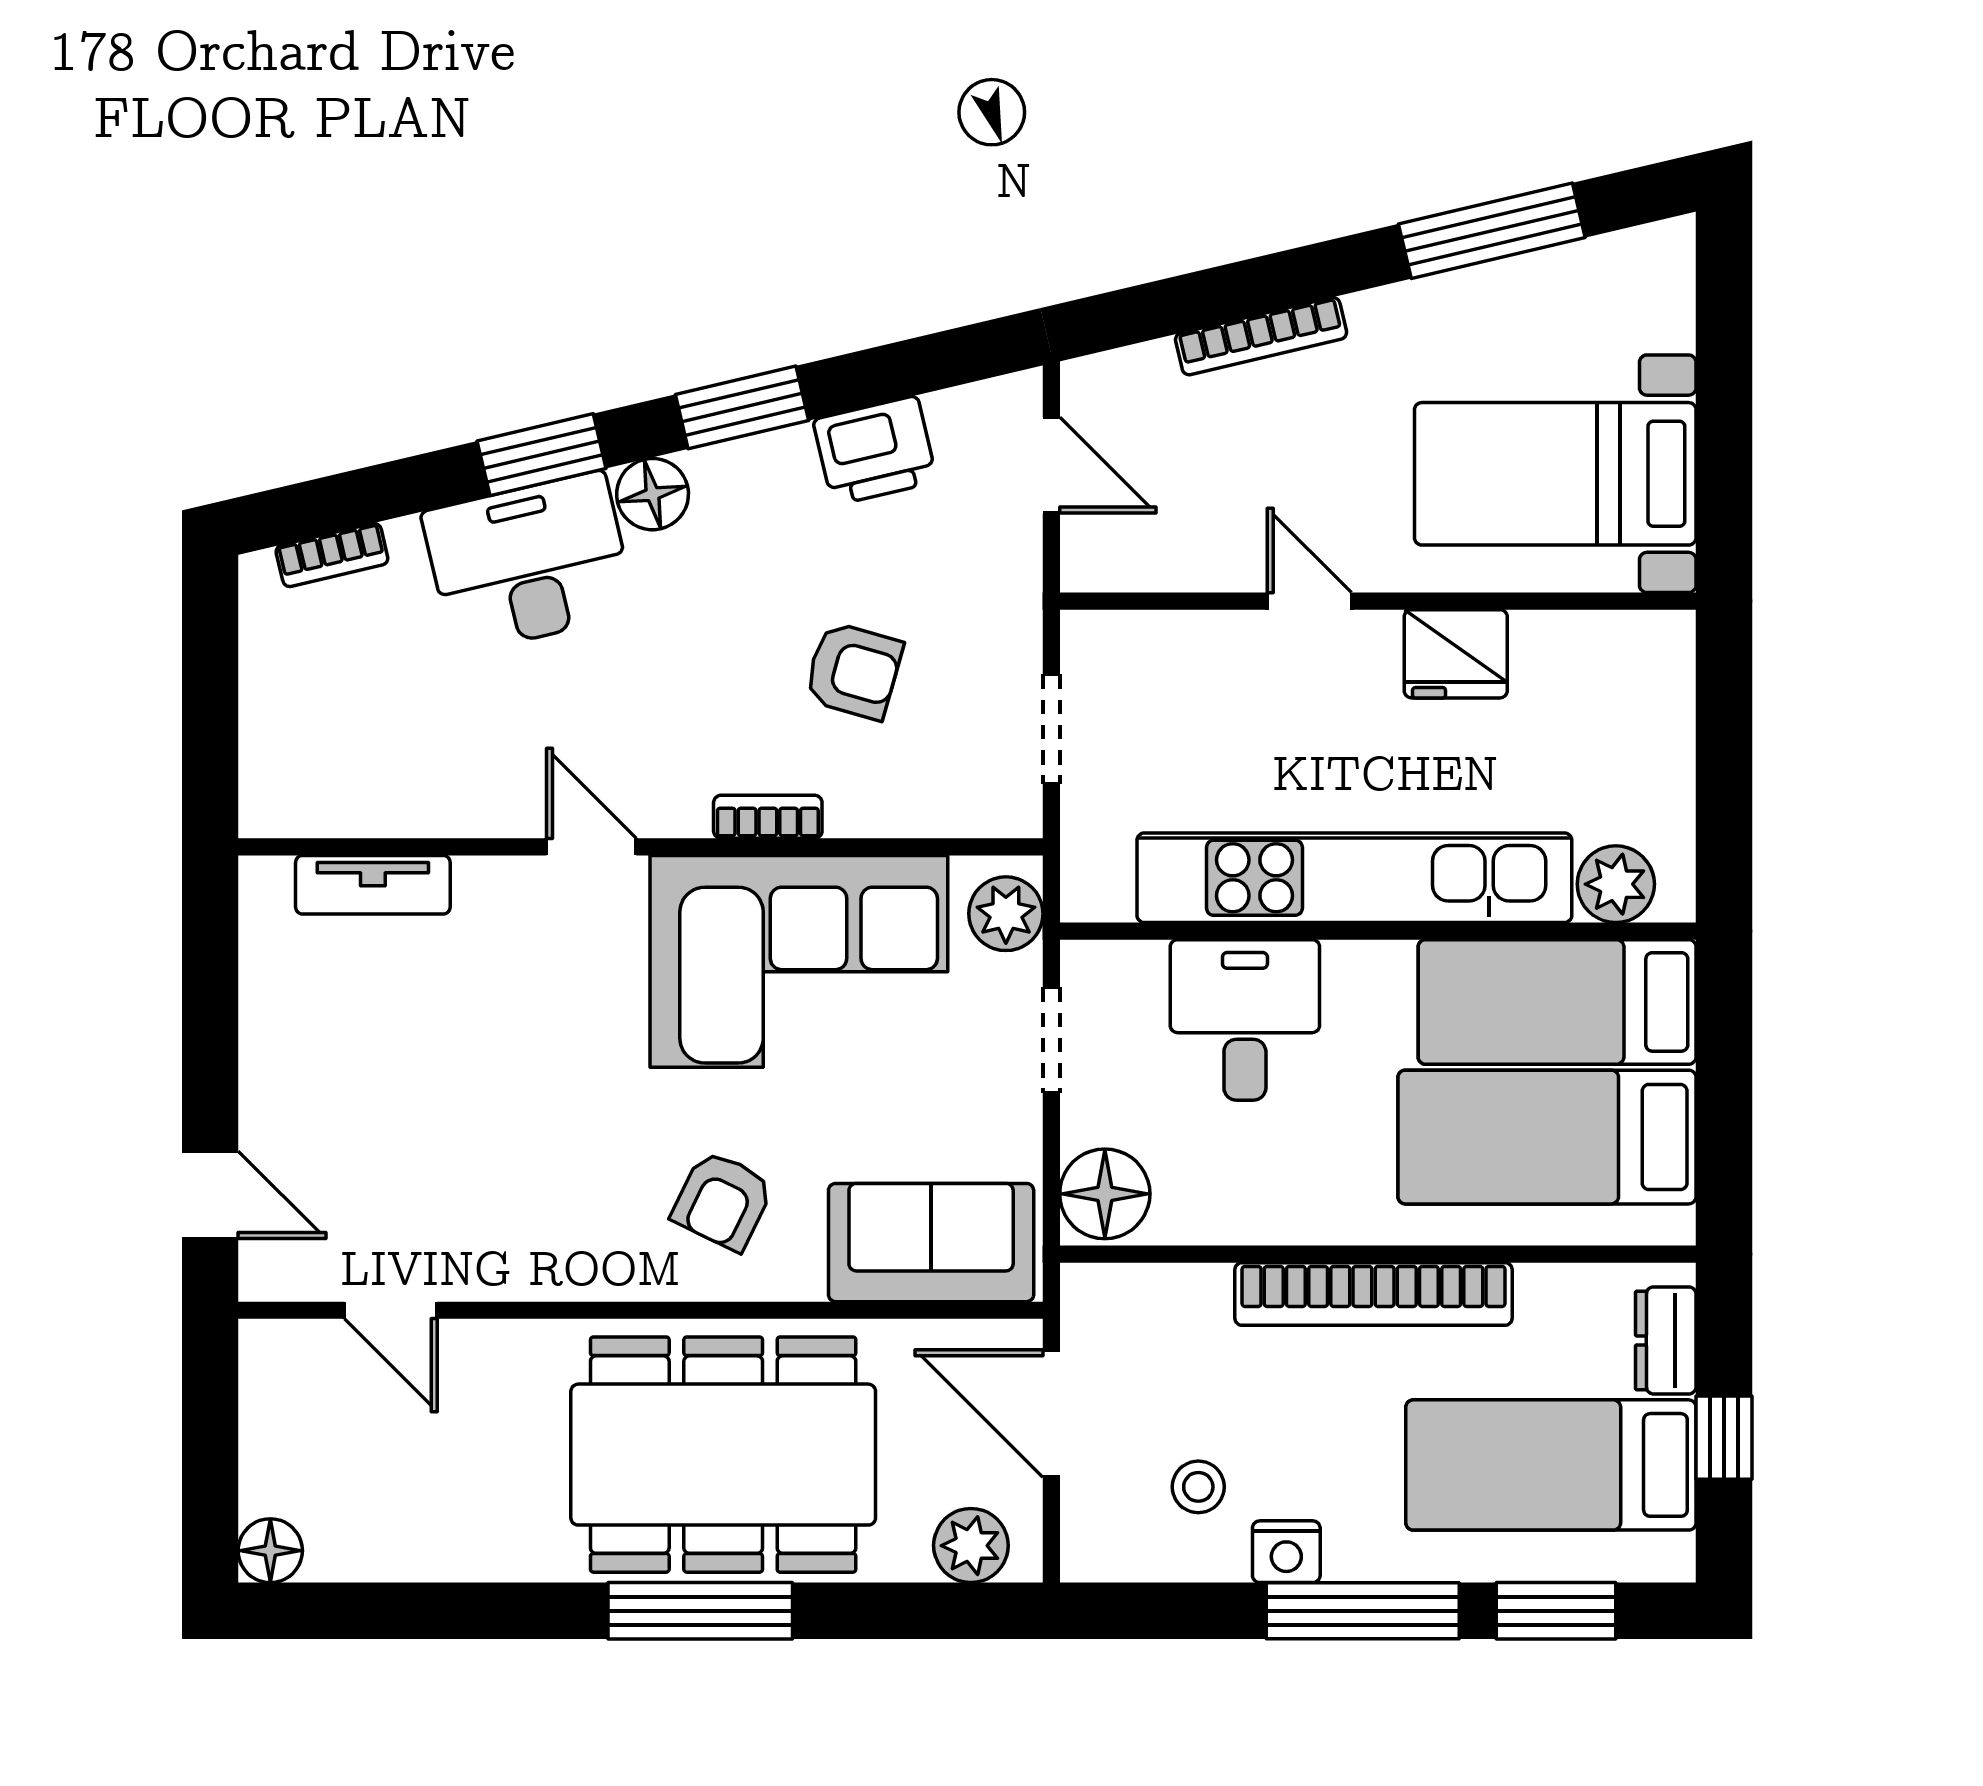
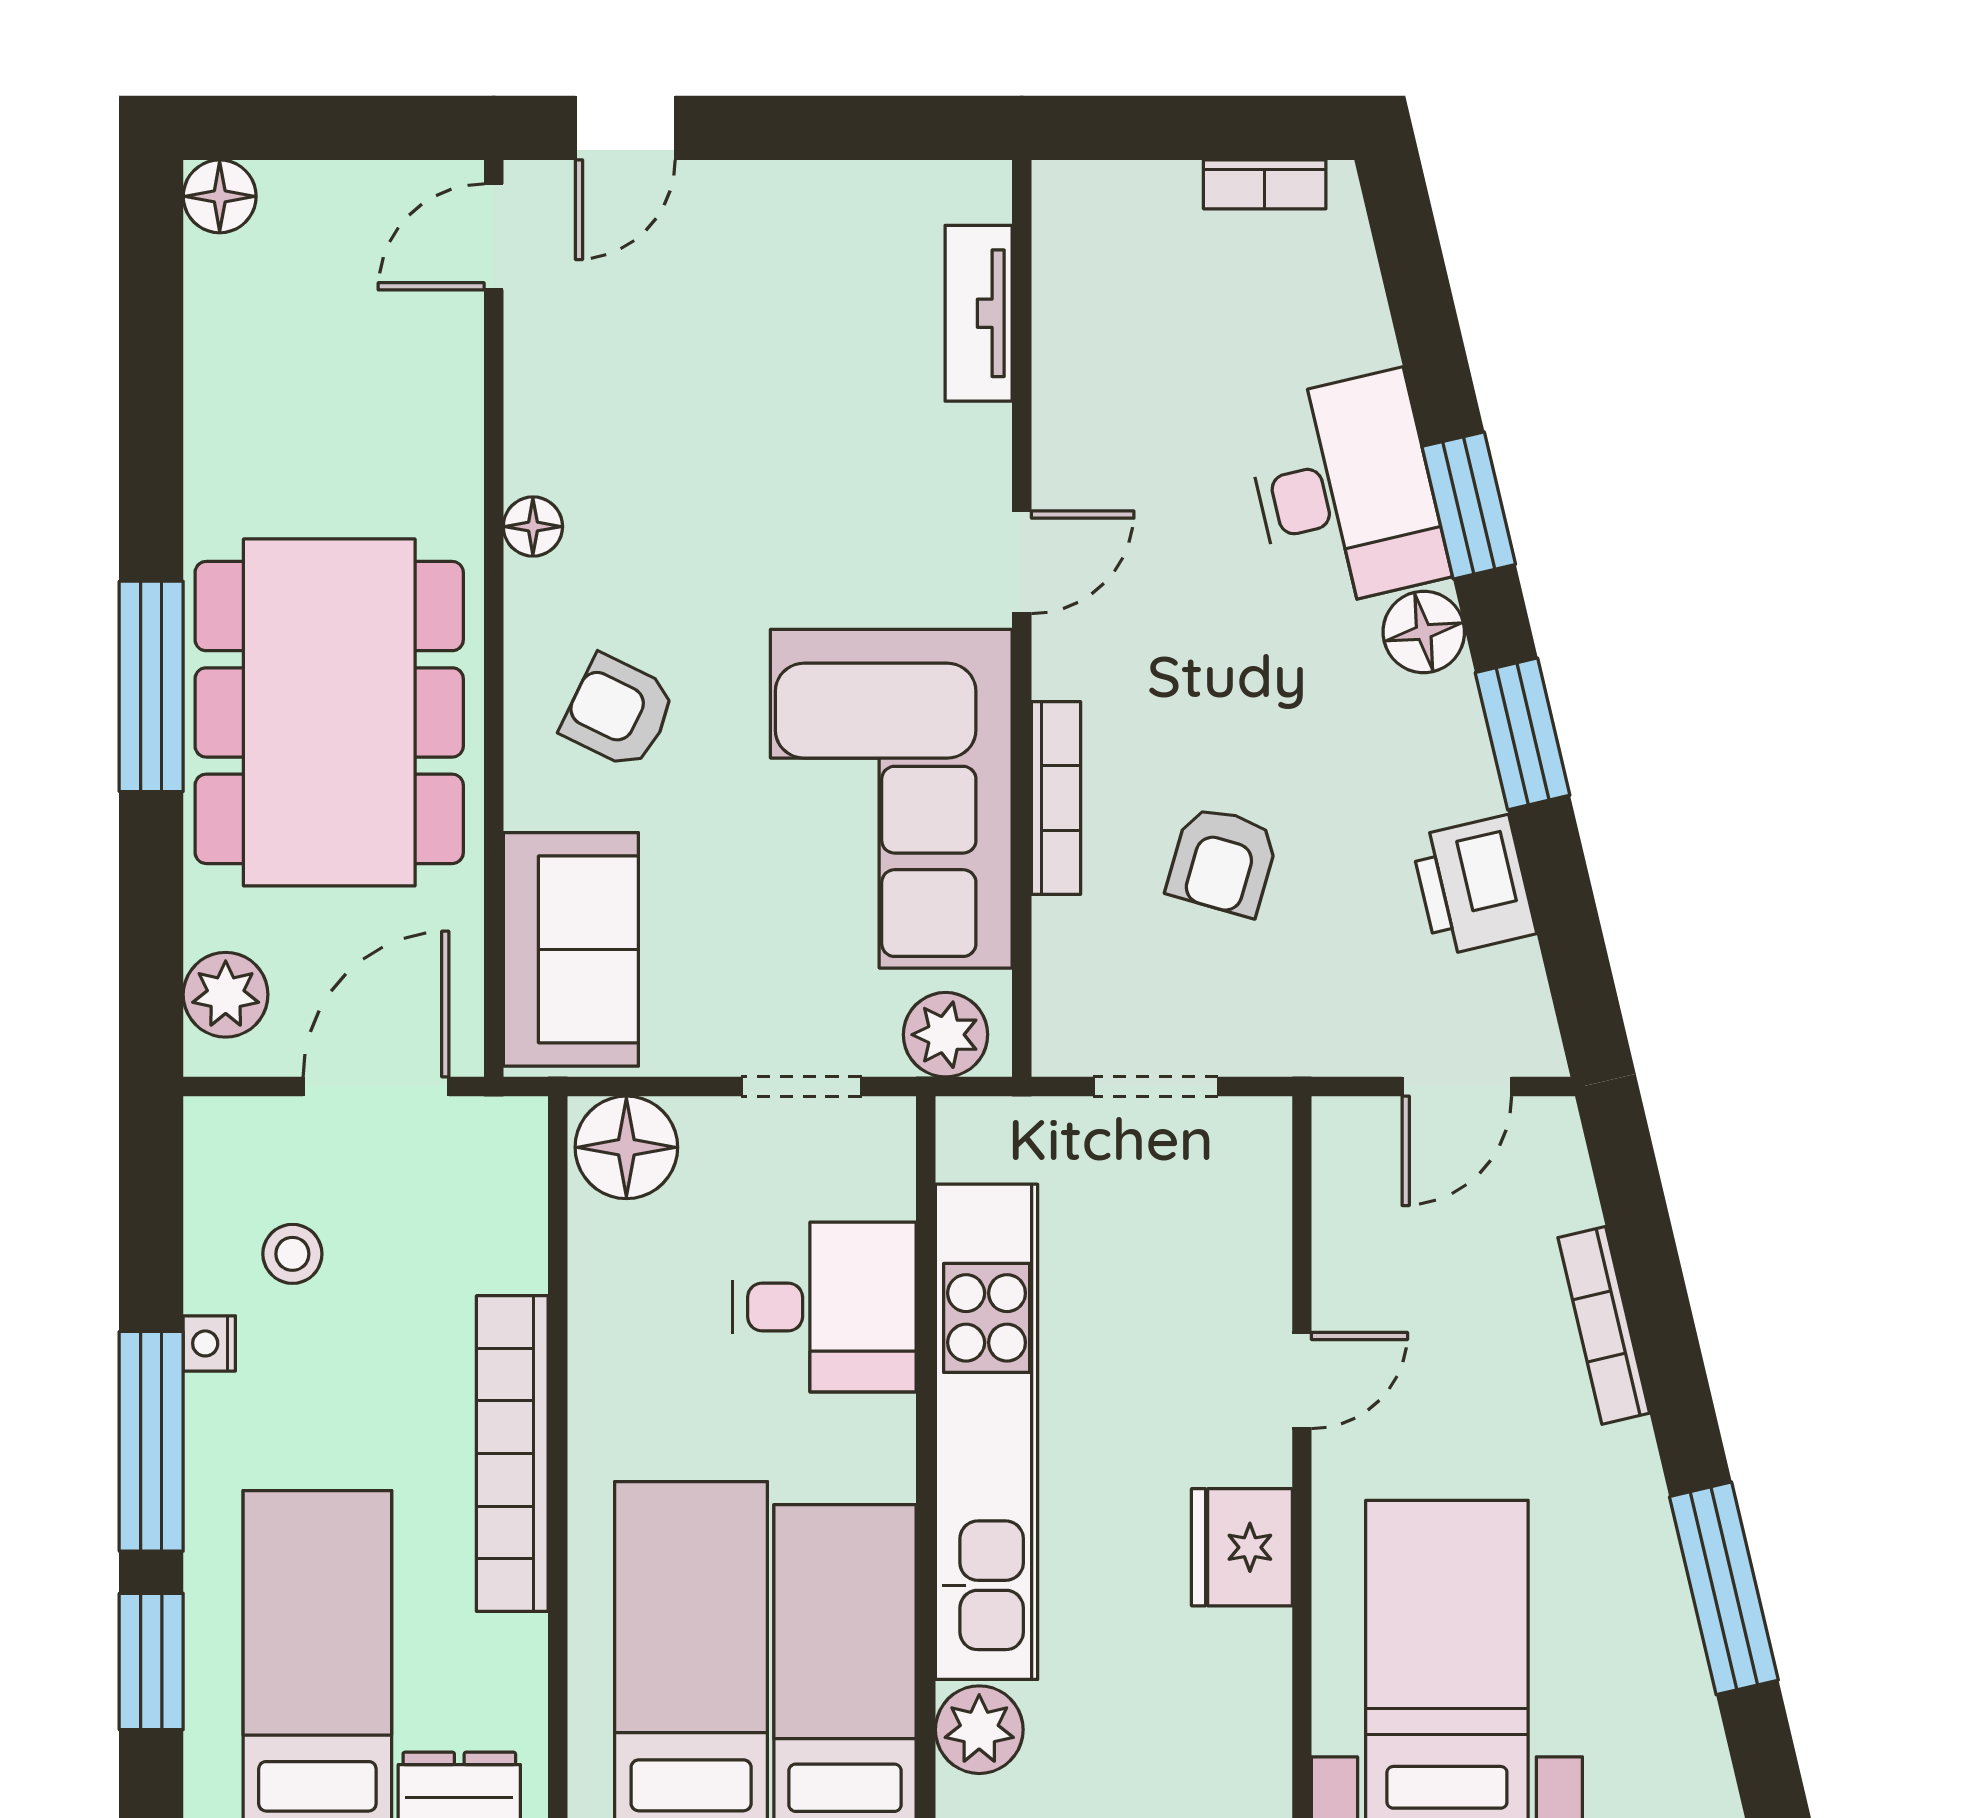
bookcase: (332, 555) -> (1265, 184), moved, turned -77
bookcase: (768, 817) -> (1056, 798), width x1.56
floor lamp: (560, 1276) -> (533, 527), added
door: (391, 1310) -> (494, 237), moved
nightstand: (1286, 1552) -> (209, 1343), width x0.72, depth x0.74

